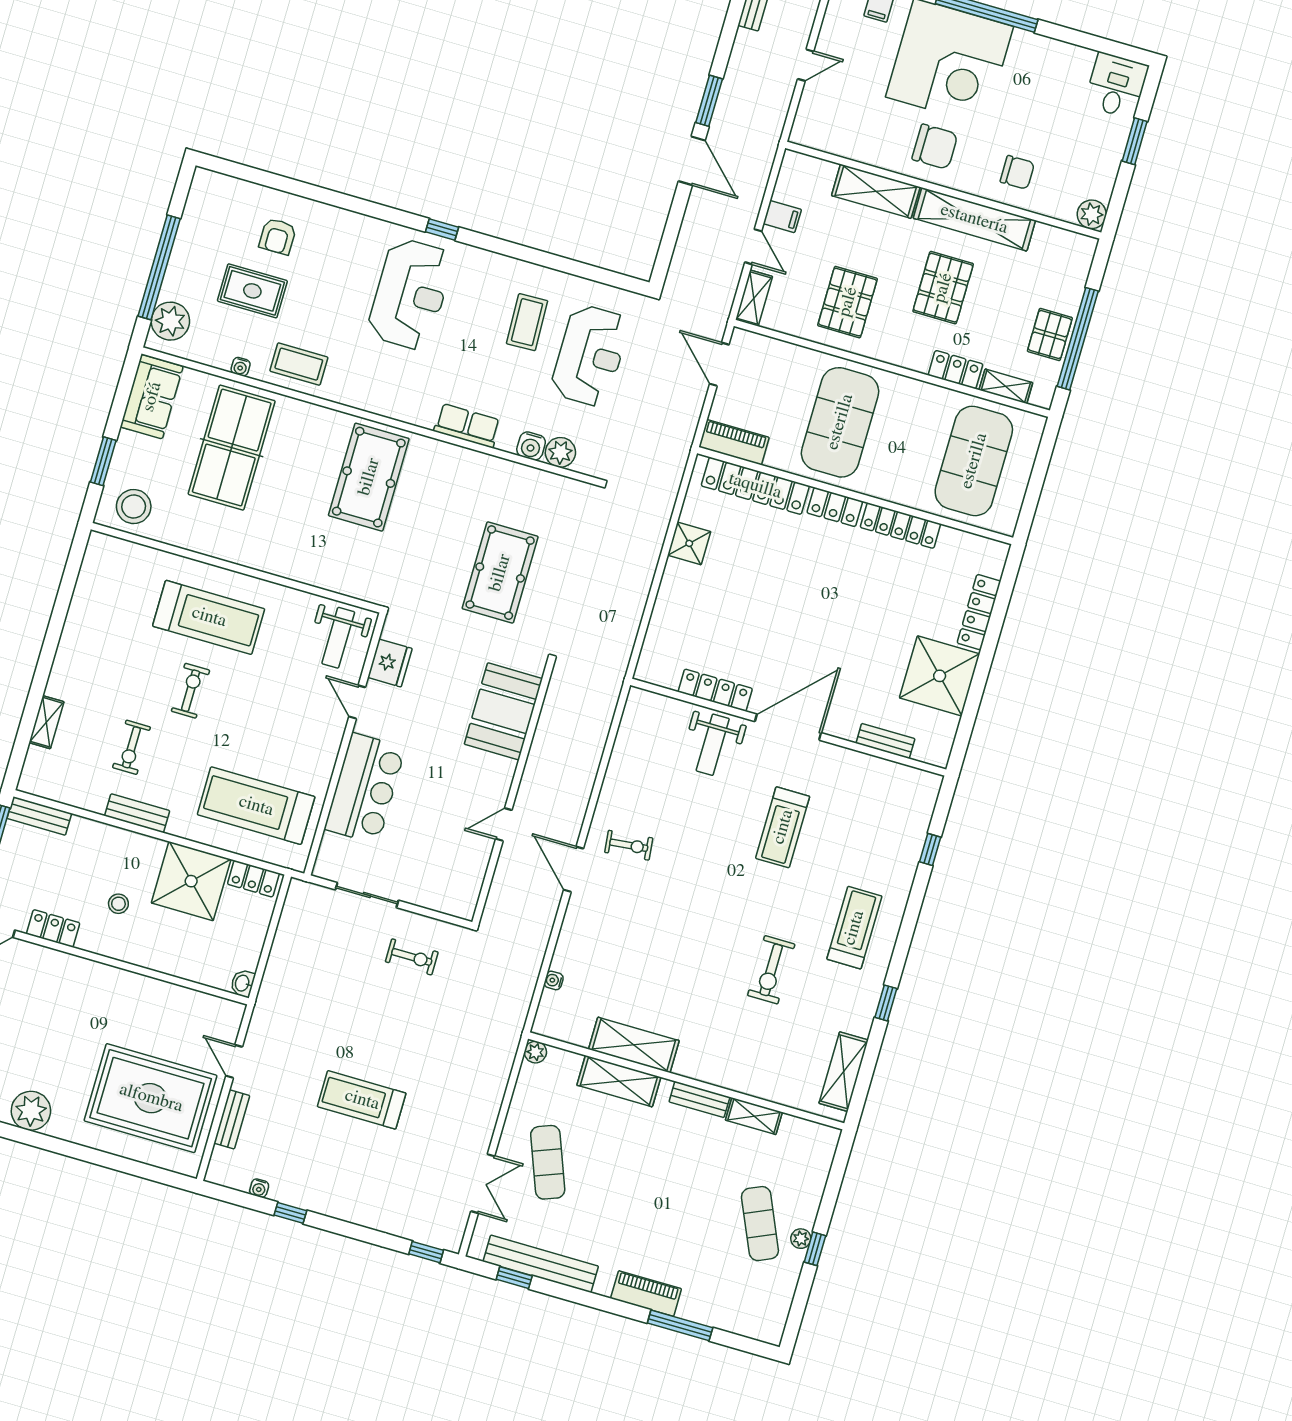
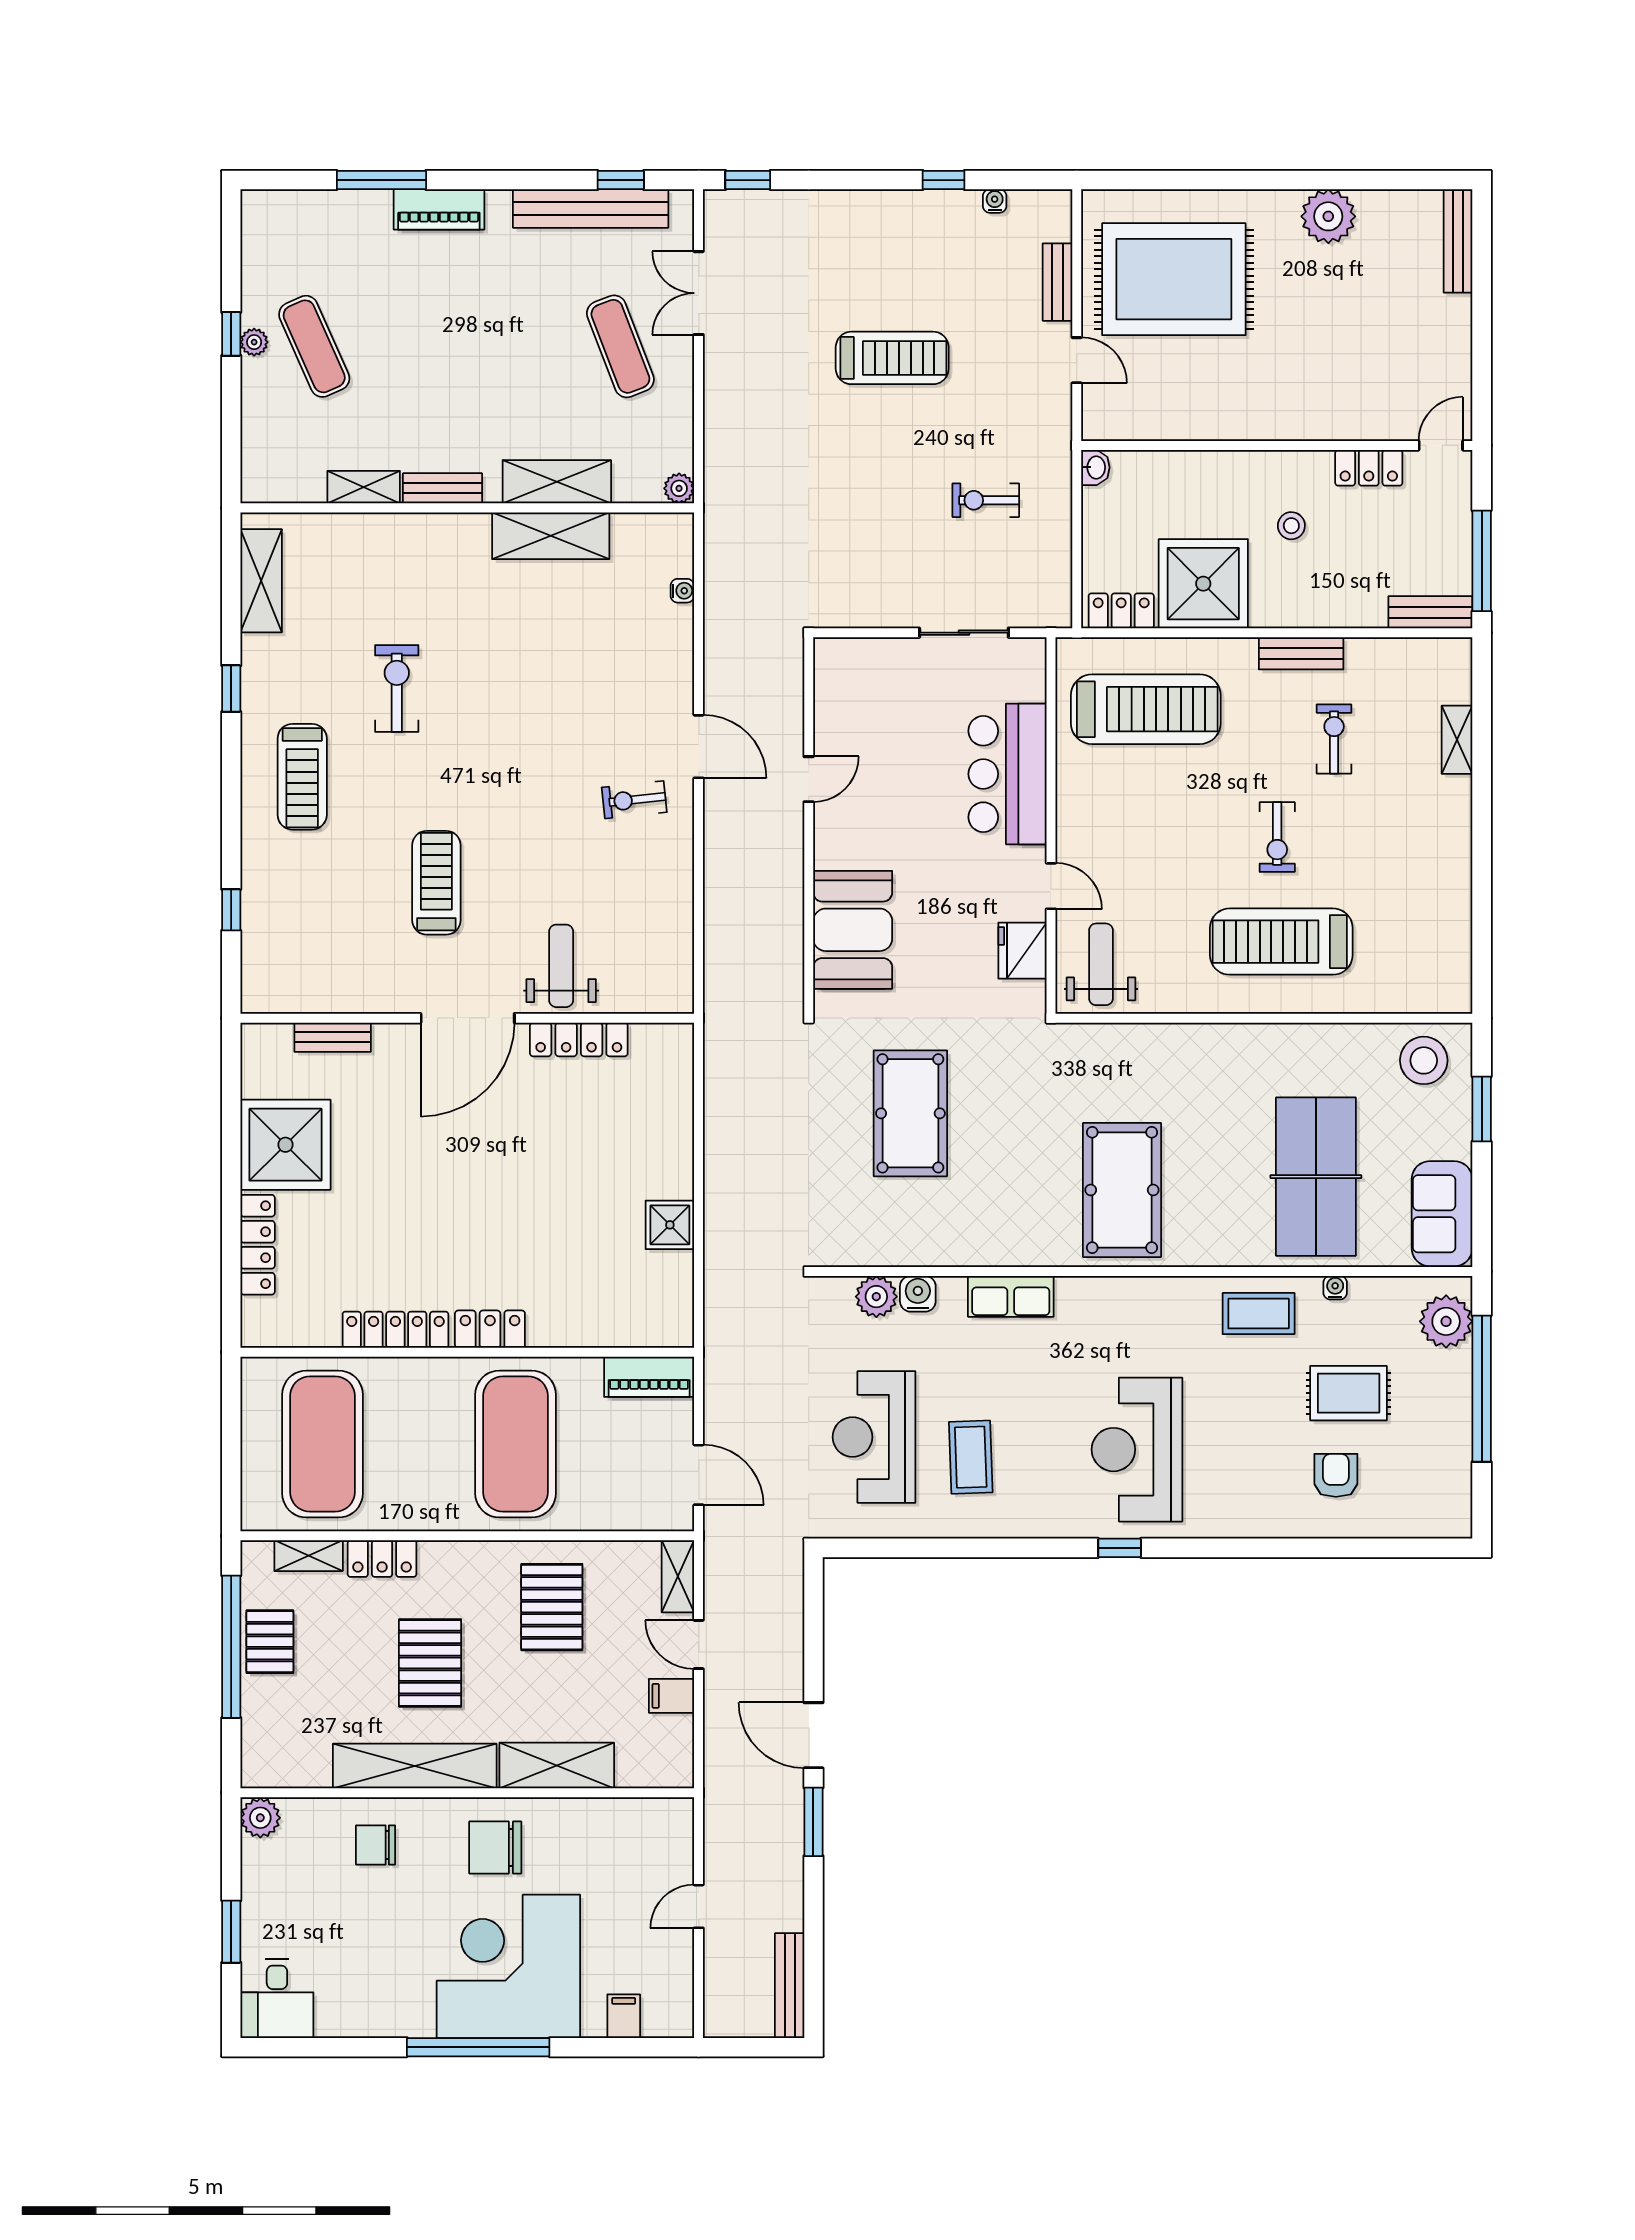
locker: (755, 486) -> (604, 1327), removed
exercise bike: (412, 957) -> (986, 500), moved

